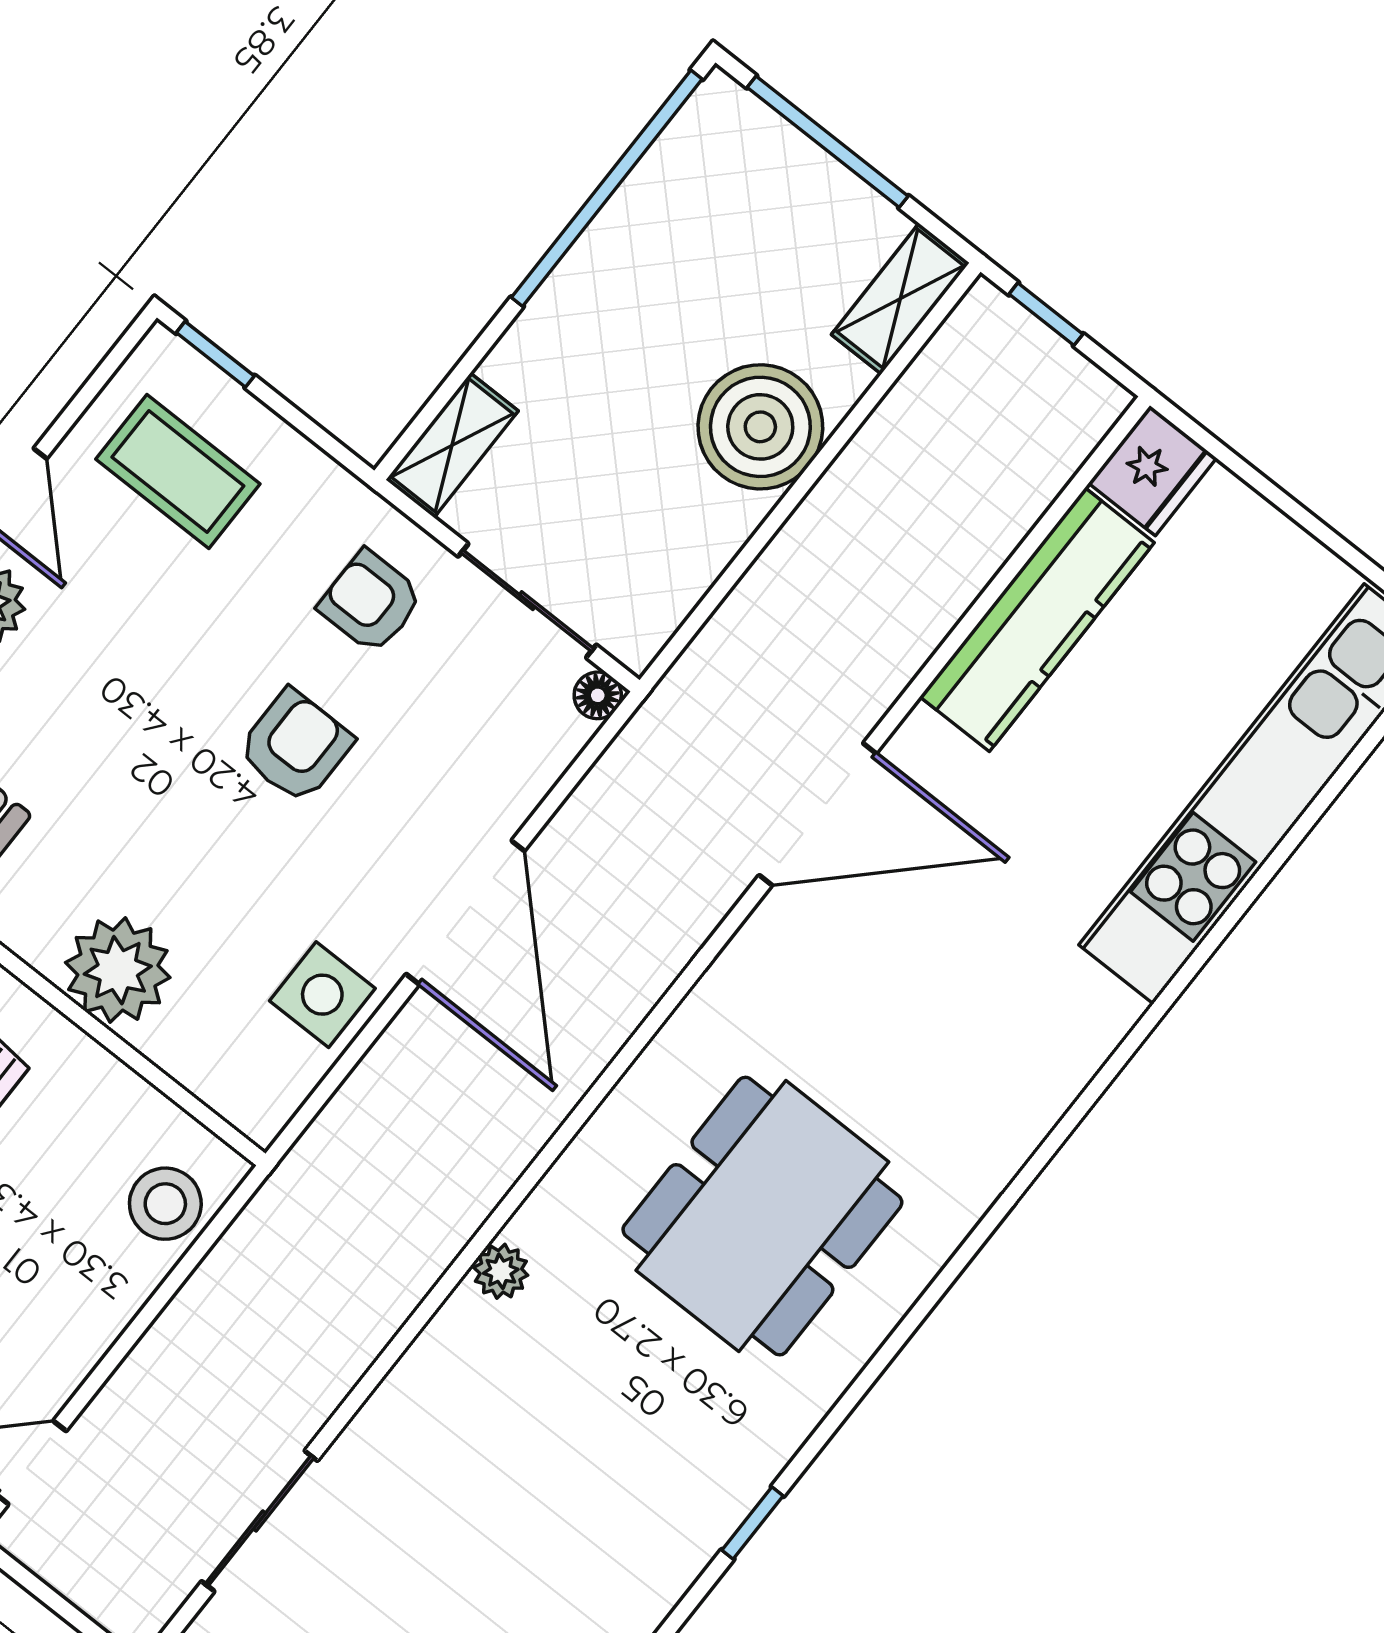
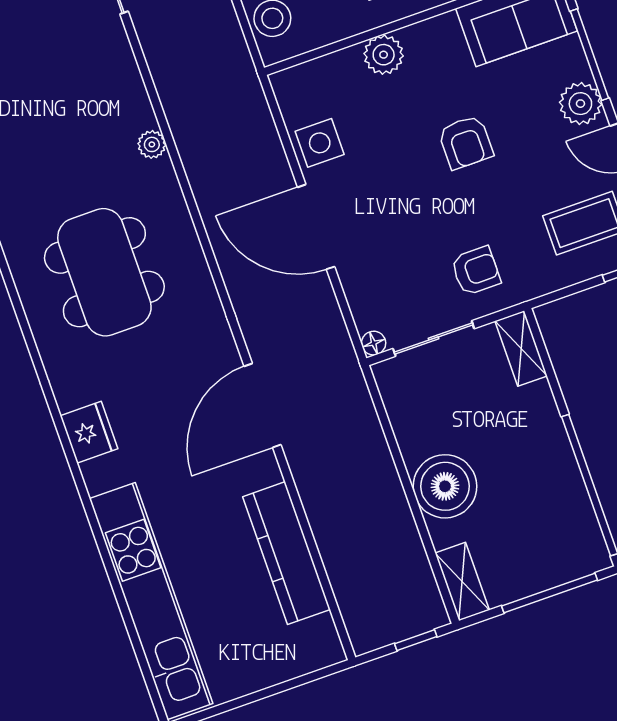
fridge: (1153, 471) -> (89, 432), moved, turned 180
armchair: (295, 746) -> (466, 142), moved
plant: (118, 970) -> (384, 55), width x0.73, depth x0.73

